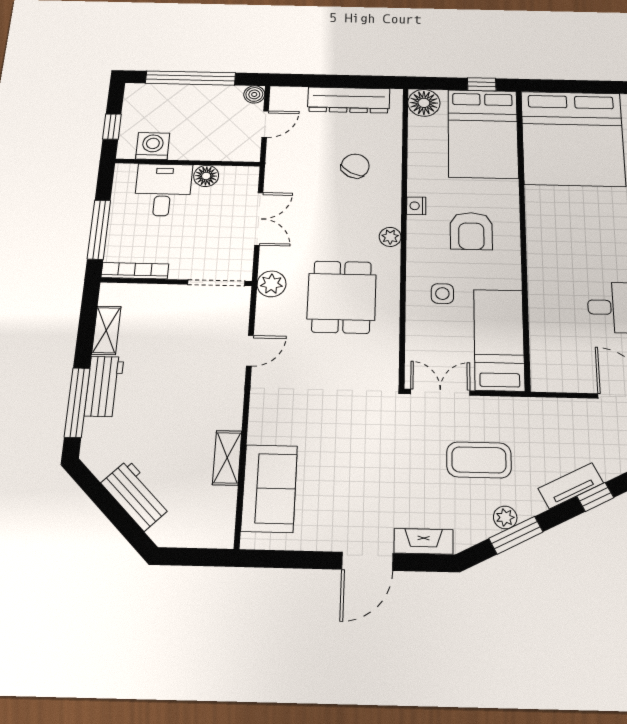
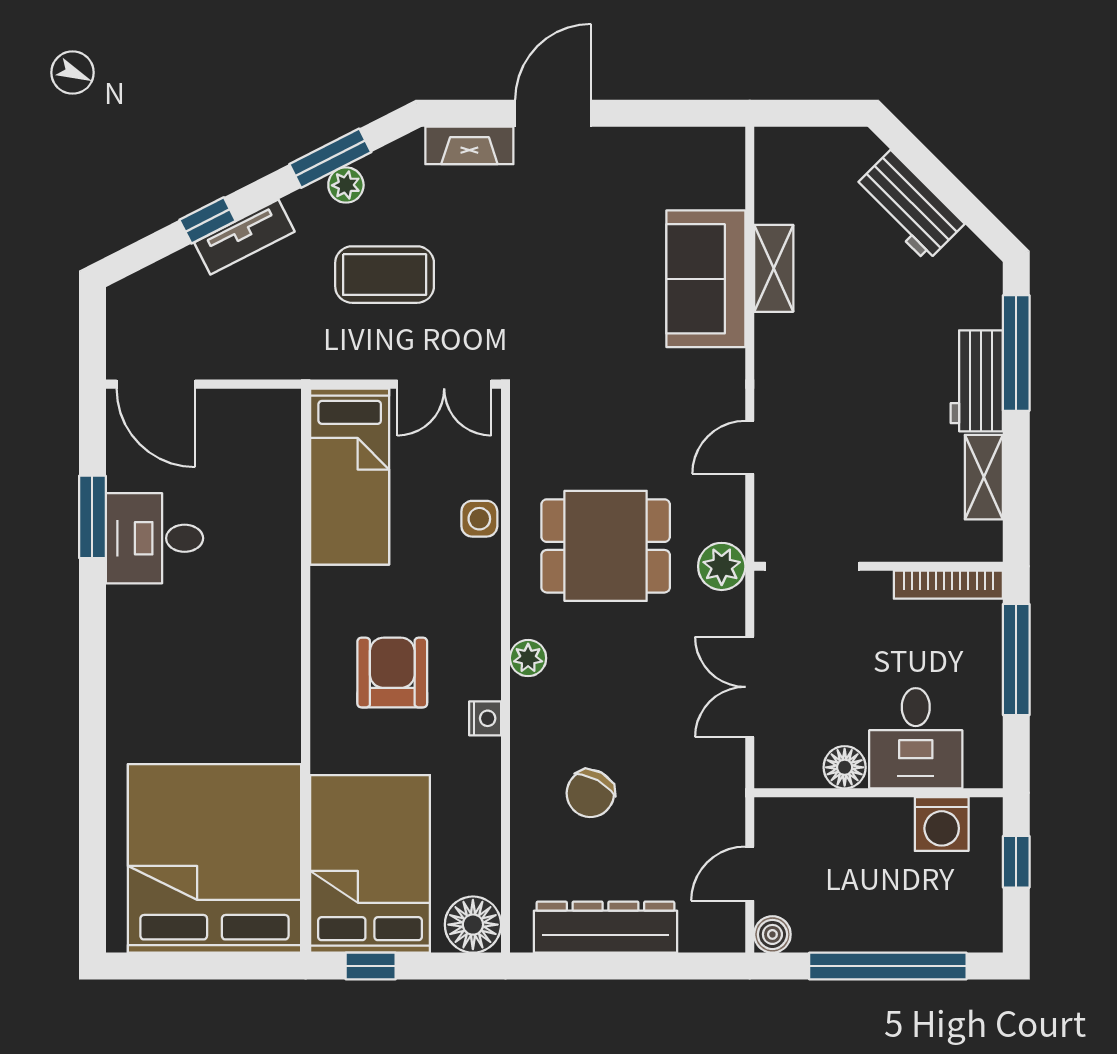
side table: (442, 294) -> (479, 519), moved
dining table: (342, 297) -> (606, 546), turned 90
sofa: (269, 488) -> (706, 279), moved

